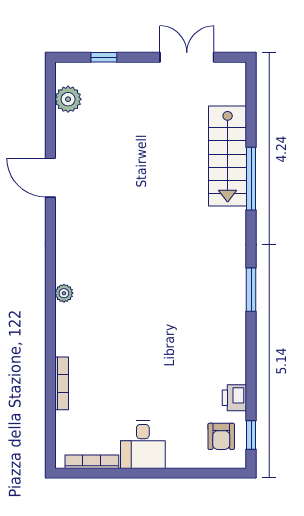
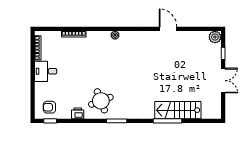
double door: (187, 57) -> (223, 81), moved
plant: (68, 99) -> (215, 37), moved
door: (50, 178) -> (168, 29), hinge flipped
round table: (207, 324) -> (101, 101), added
printer: (234, 398) -> (78, 113), moved

